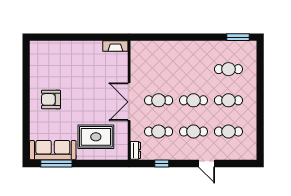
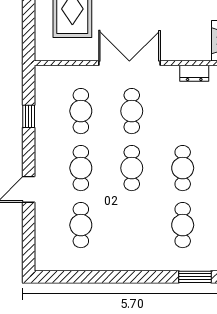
window: (260, 62) -> (195, 277), added
cafe table: (228, 100) -> (183, 168), moved
dresser: (135, 150) -> (194, 73), moved

